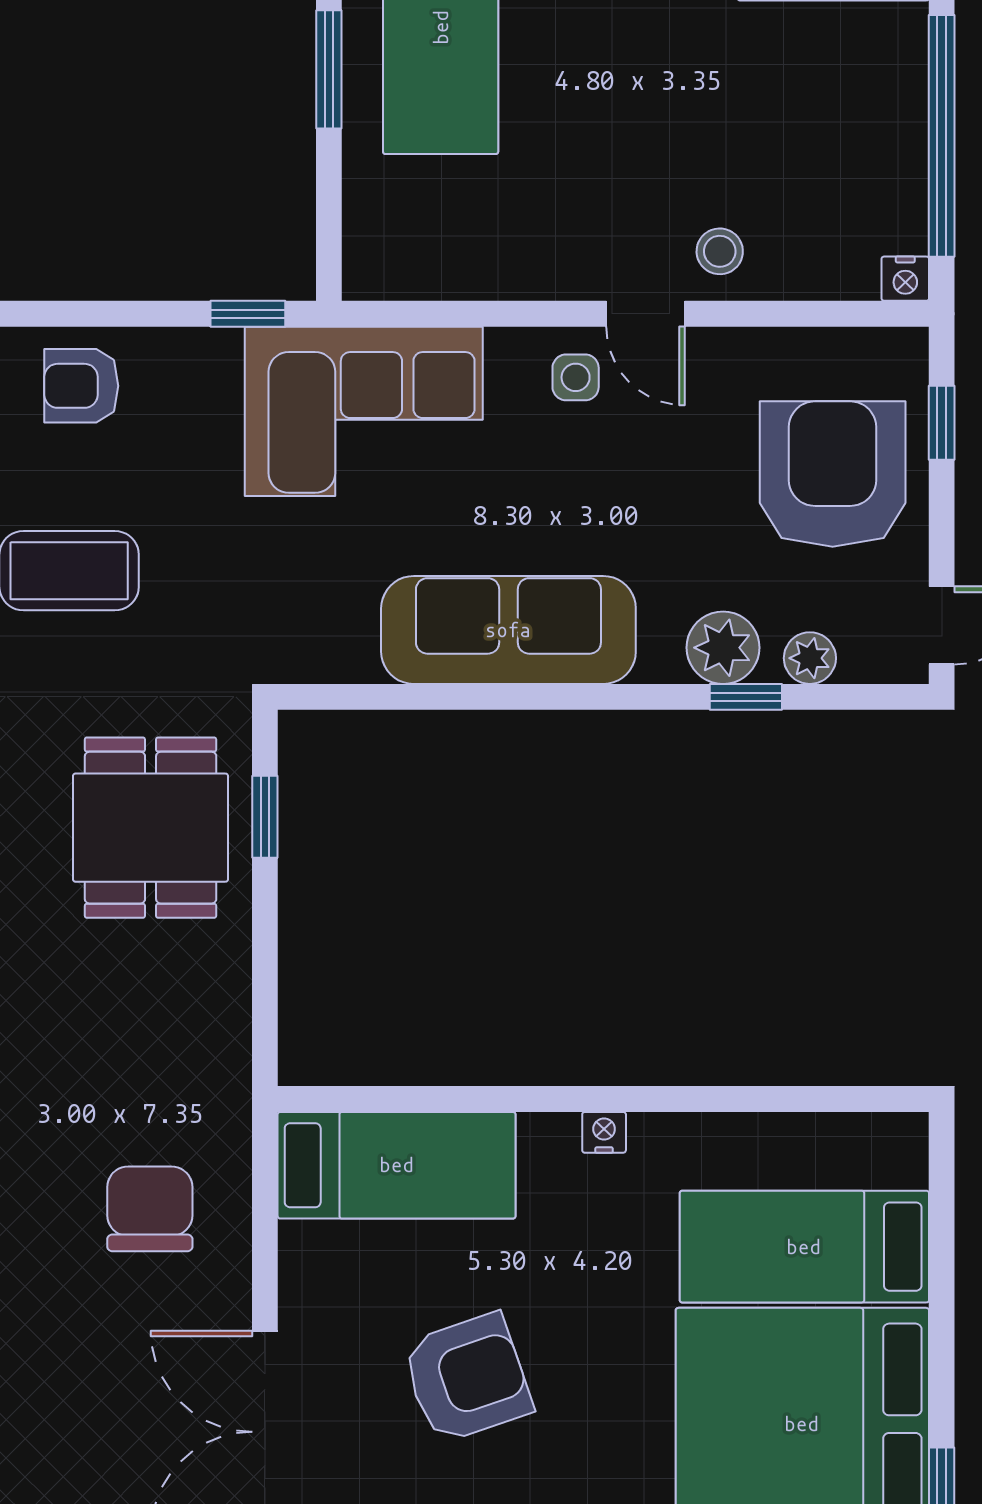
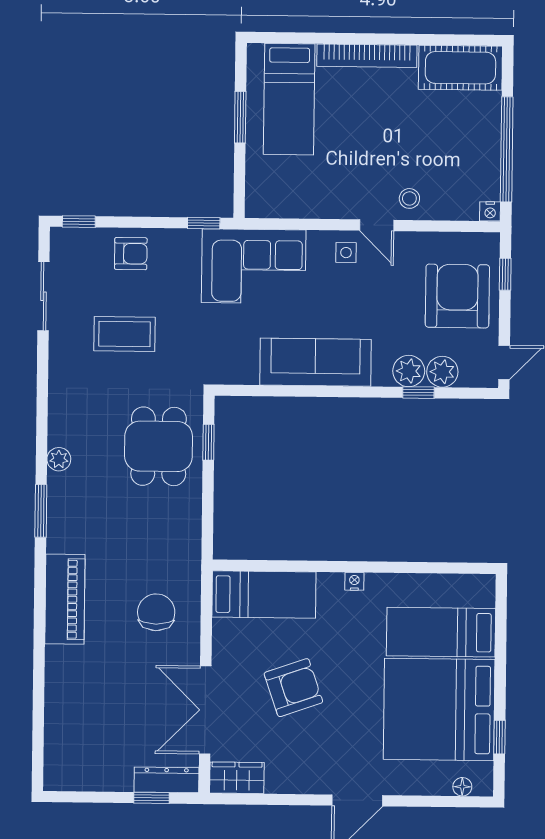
armchair: (81, 386) -> (131, 254), turned 180
plant: (810, 658) -> (442, 372), width x1.38, depth x1.38

